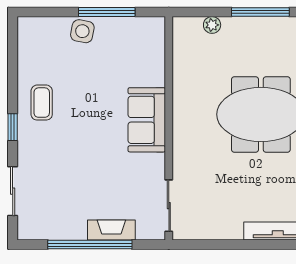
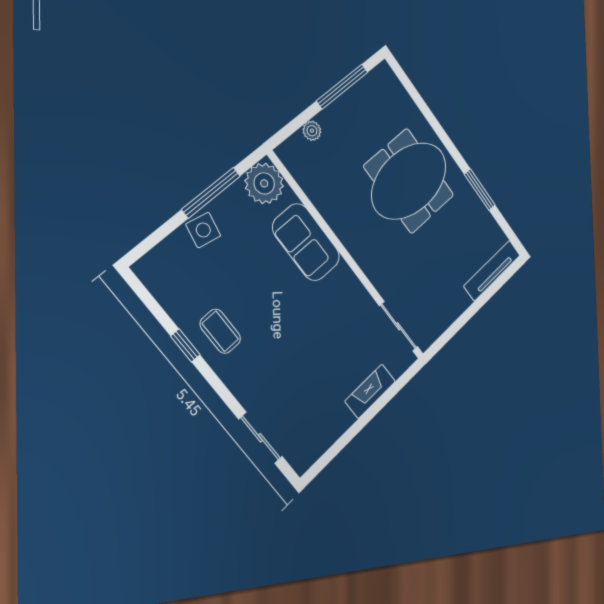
plant: (148, 34) -> (264, 183), added
sofa: (147, 120) -> (306, 242), moved
window: (13, 127) -> (185, 345), moved
window: (90, 245) -> (363, 421), removed

